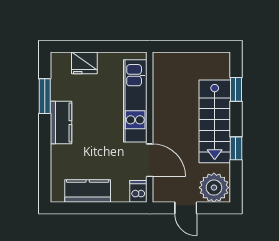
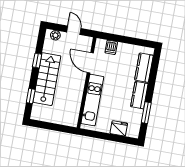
plant: (214, 188) -> (55, 35), width x0.53, depth x0.53
kitchen counter: (88, 191) -> (144, 68), moved, turned 90
dishwasher: (138, 191) -> (111, 47), moved

